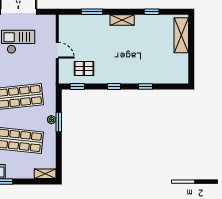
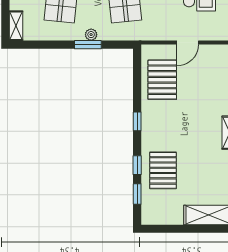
pallet: (149, 68) -> (163, 170), added
pallet: (84, 69) -> (162, 80), width x1.50, depth x1.42
window: (77, 87) -> (137, 194), moved

